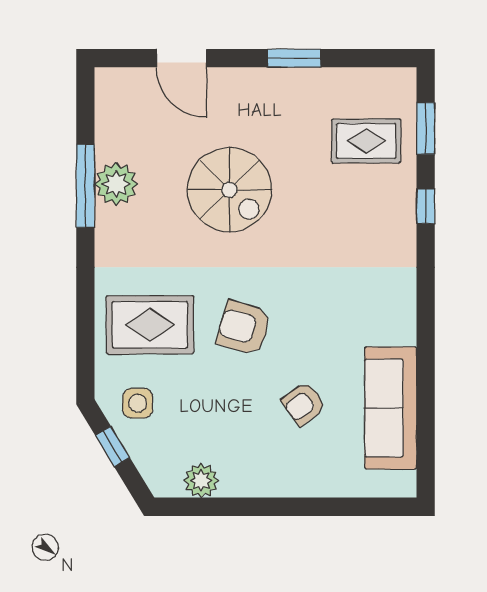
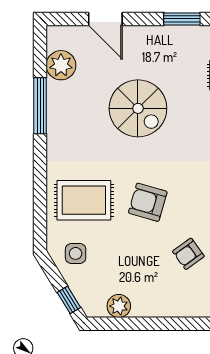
plant: (116, 184) -> (61, 65), moved
window: (113, 446) -> (69, 300), moved

